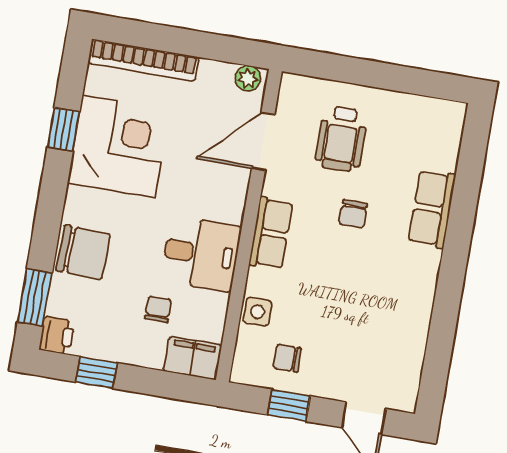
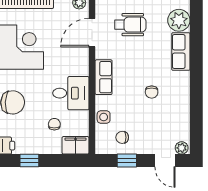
wheelchair: (341, 139) -> (130, 25), turned -90
plant: (438, 147) -> (179, 20), added
chair: (353, 214) -> (152, 92), moved
plant: (401, 399) -> (182, 148), added

